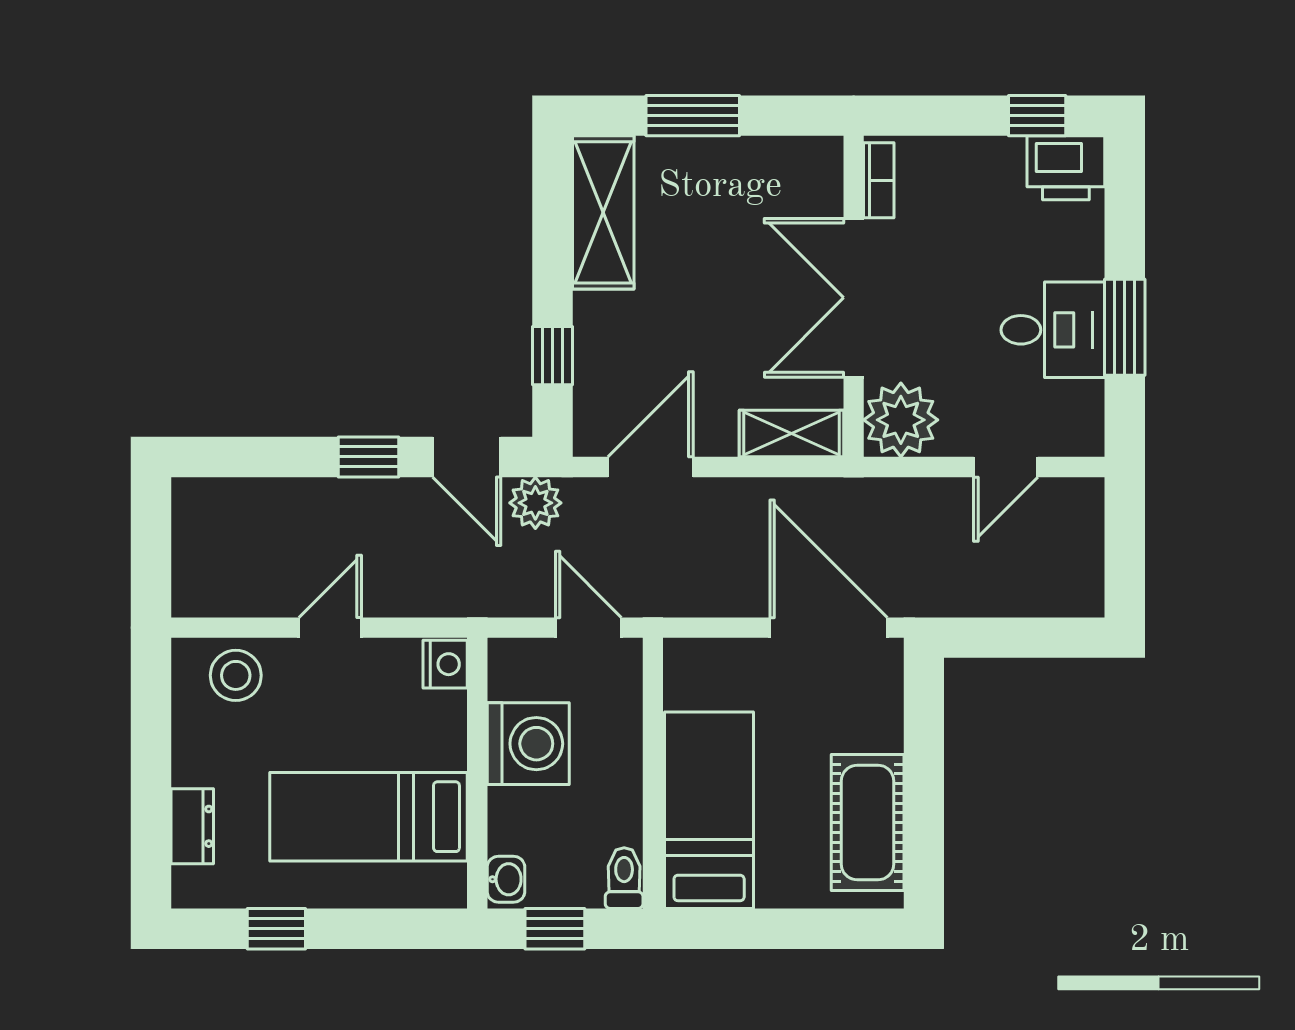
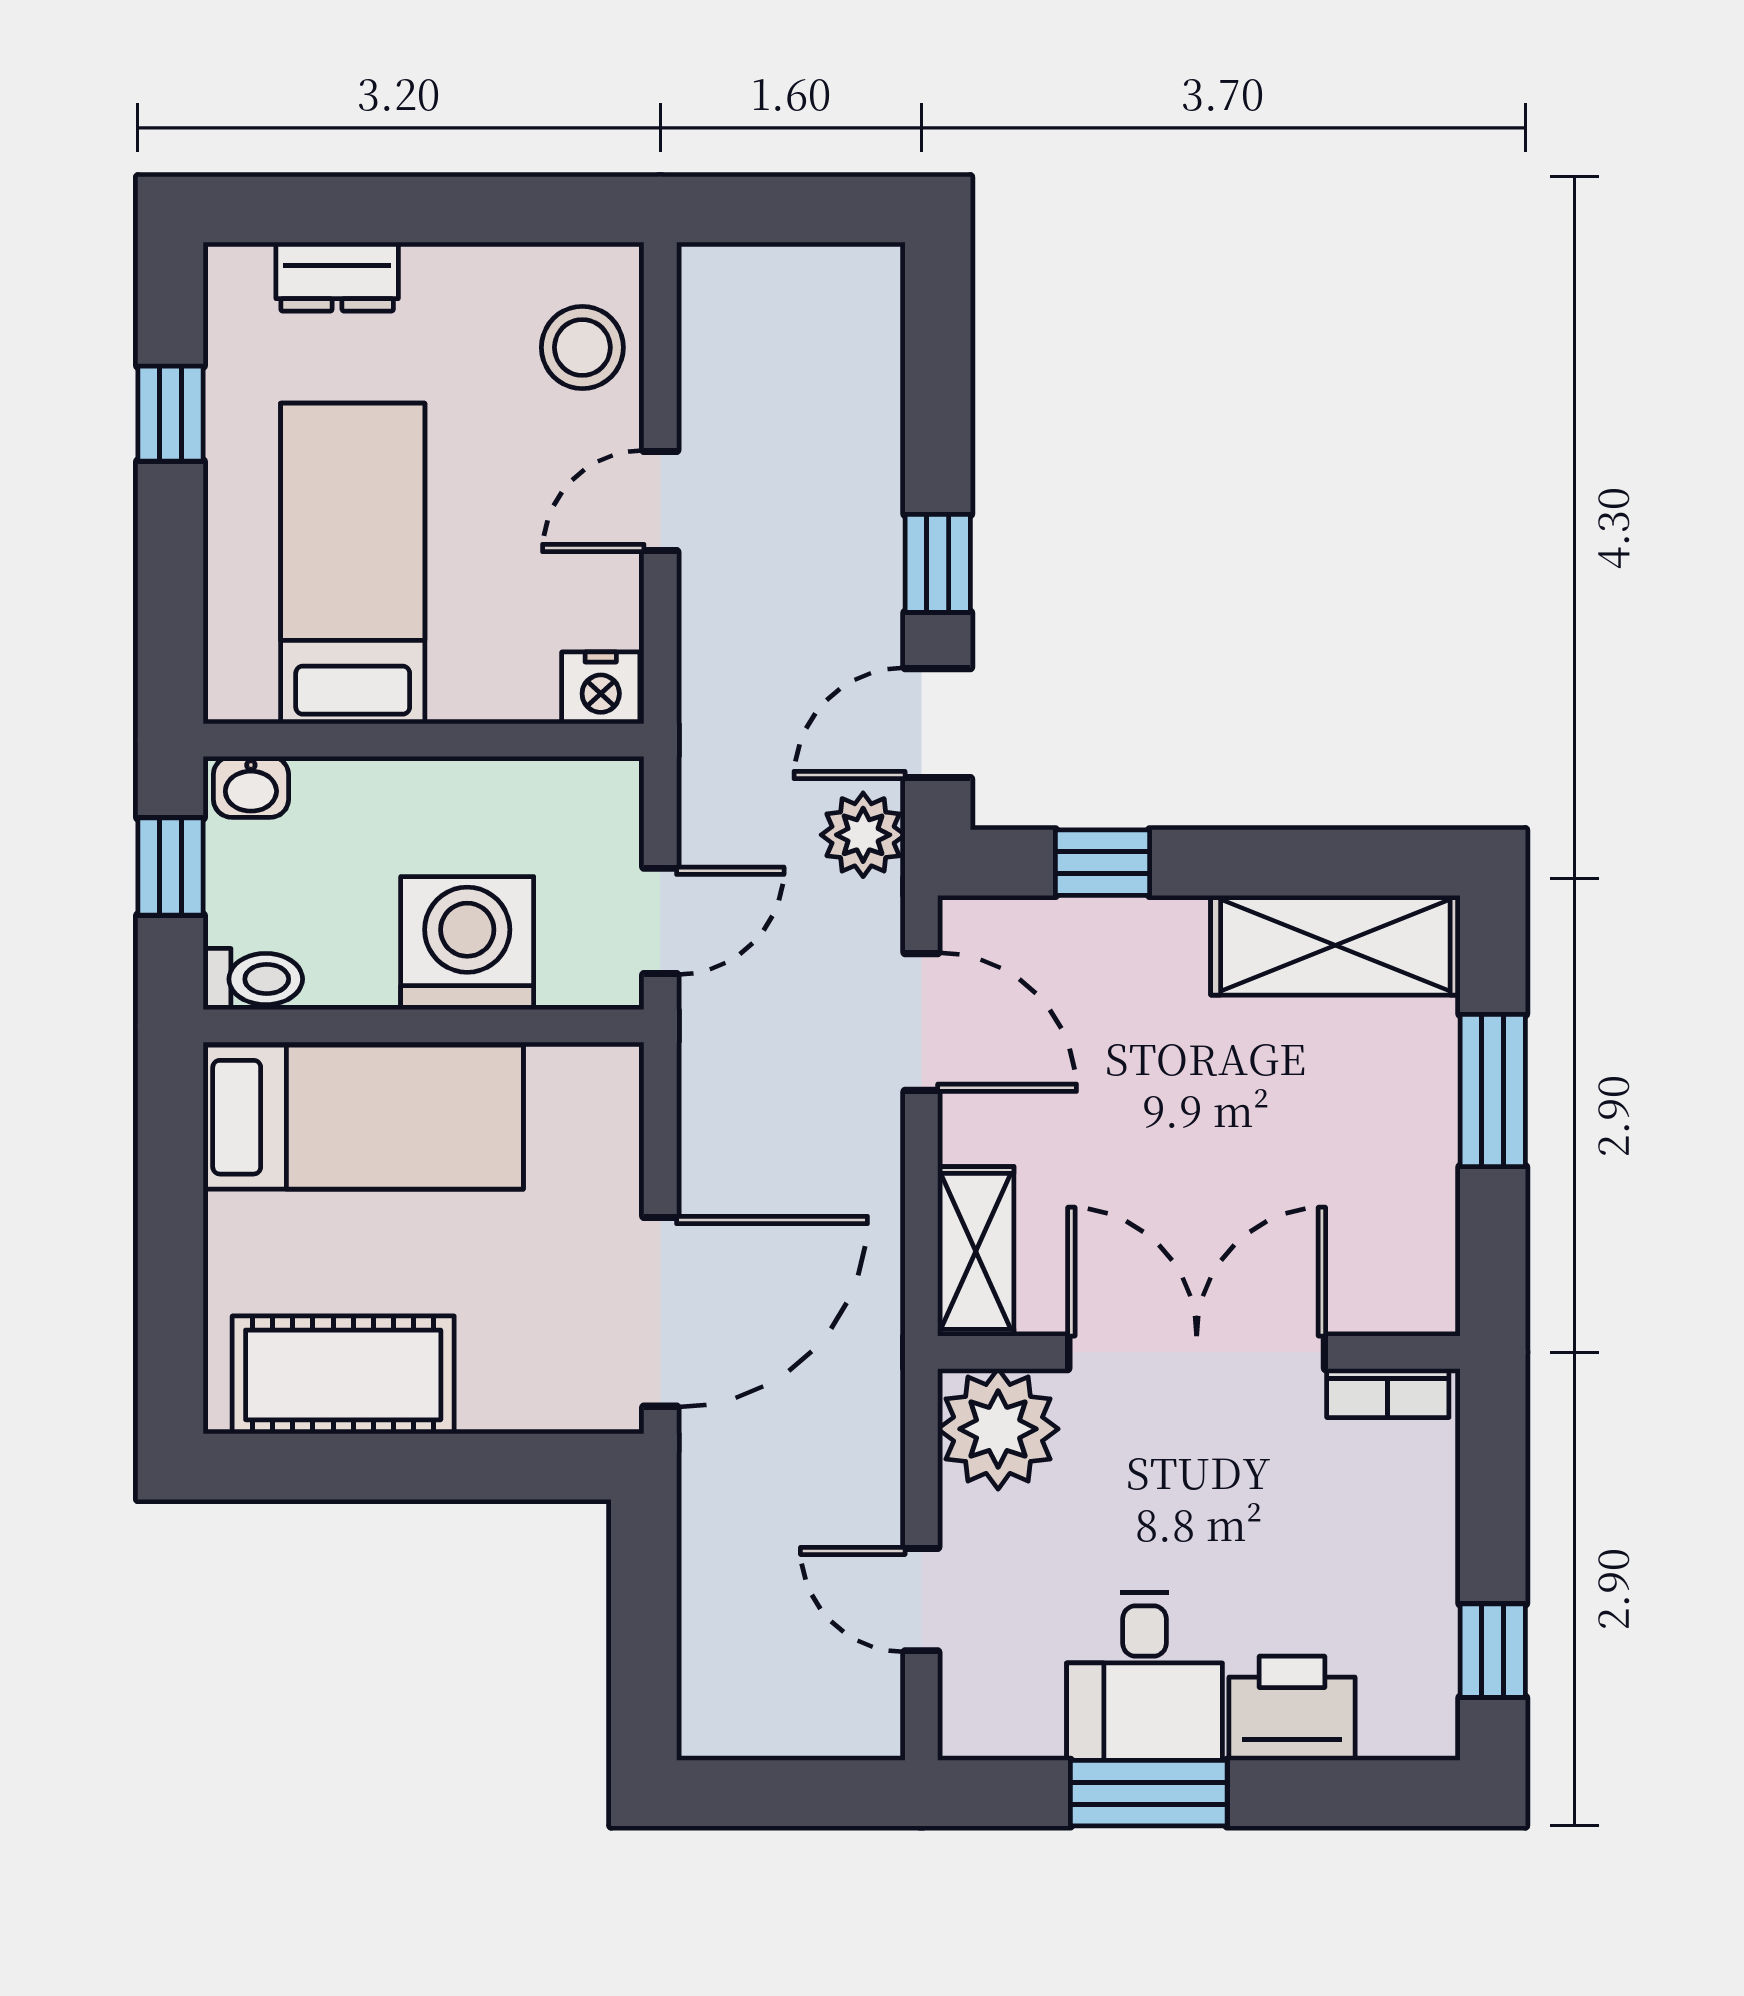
printer: (1066, 168) -> (1292, 1708), moved, turned 90
door: (330, 628) -> (660, 501), swing flipped
washing machine: (528, 744) -> (467, 943), moved, turned 180

